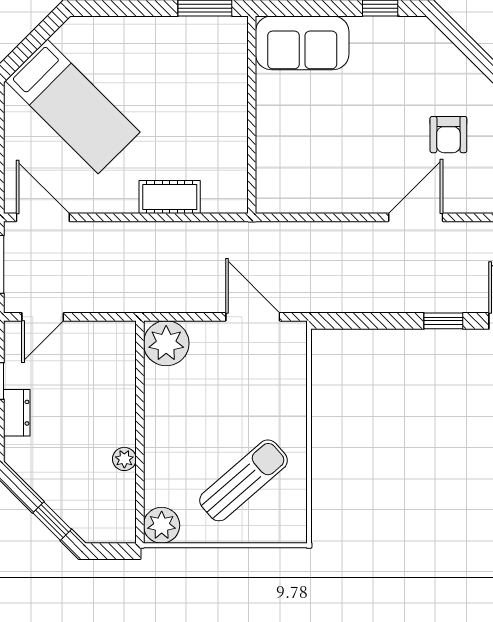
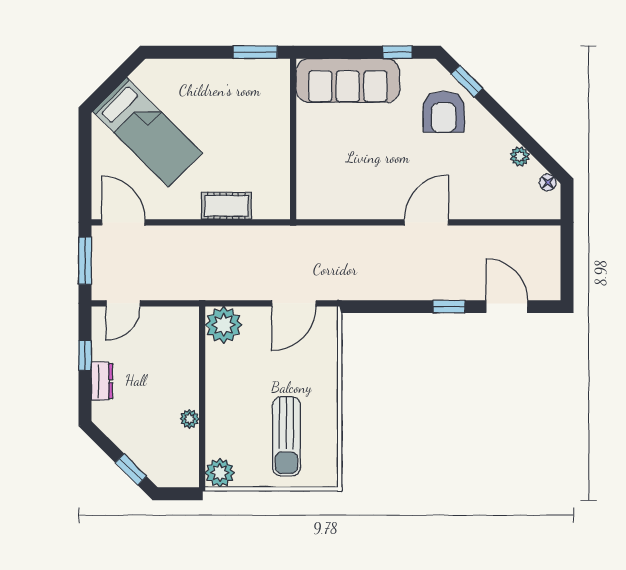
sofa: (302, 43) -> (348, 81), width x1.36
window: (466, 44) -> (467, 81), added
armchair: (448, 135) -> (444, 112), moved, width x1.38, depth x1.38
door: (253, 317) -> (294, 303), swing flipped
sun lounger: (243, 480) -> (286, 436), turned 131

